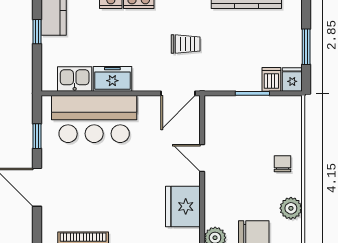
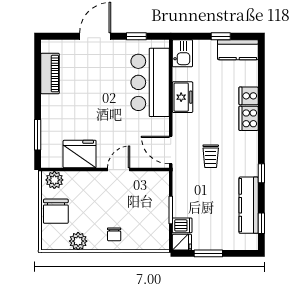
kitchen sink: (75, 79) -> (182, 53), moved
chair: (282, 164) -> (114, 234), turned 90

